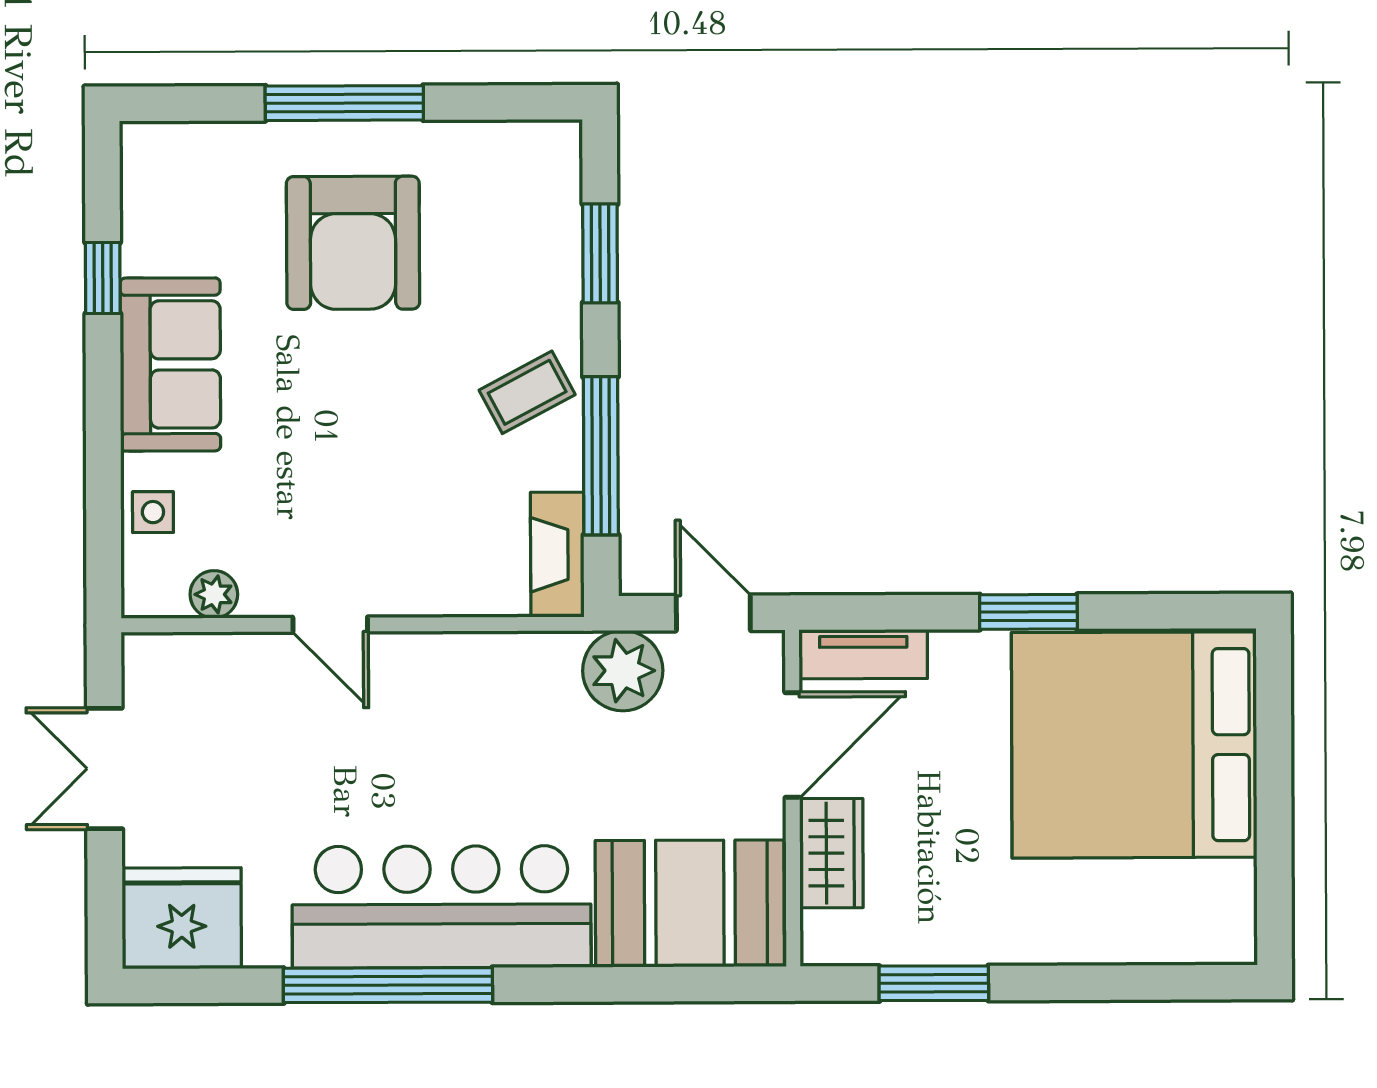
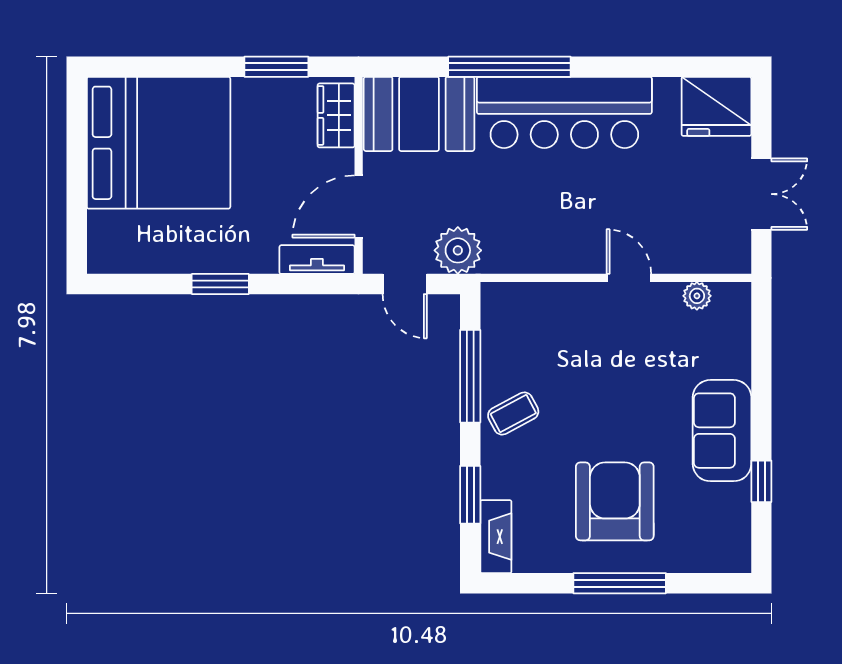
side table: (153, 512) -> (732, 344), removed
fireplace: (557, 555) -> (496, 537), moved
bed: (1134, 745) -> (159, 143), moved
wardrobe: (831, 853) -> (336, 115), moved
window: (388, 985) -> (509, 67), moved

